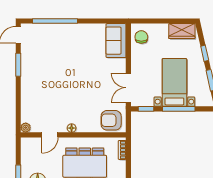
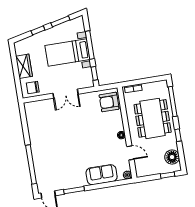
wardrobe: (182, 31) -> (24, 66), moved
sofa: (116, 41) -> (102, 175), moved, turned 180
double door: (128, 88) -> (66, 94), moved
armchair: (111, 120) -> (109, 102), turned 90

